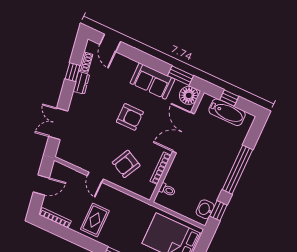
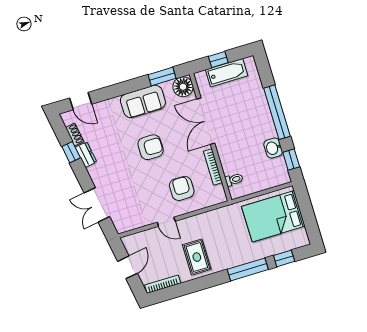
armchair: (126, 164) -> (182, 188), turned 153
washbasin: (205, 209) -> (273, 148), moved

